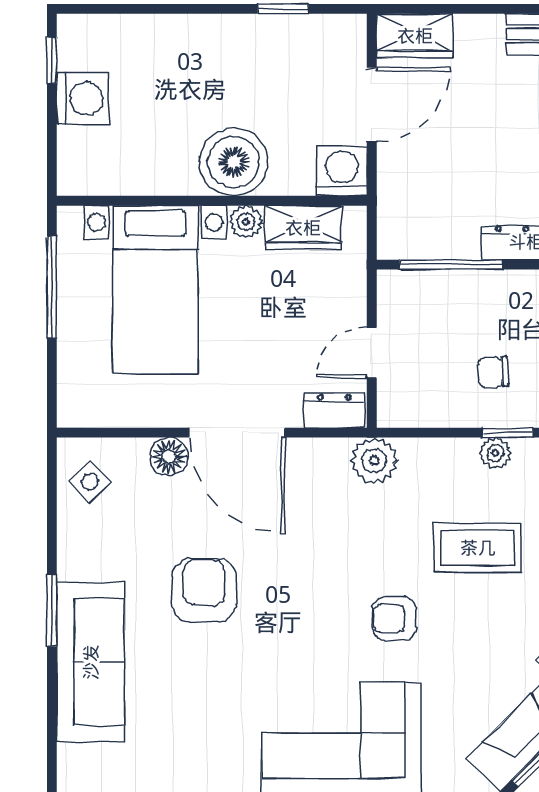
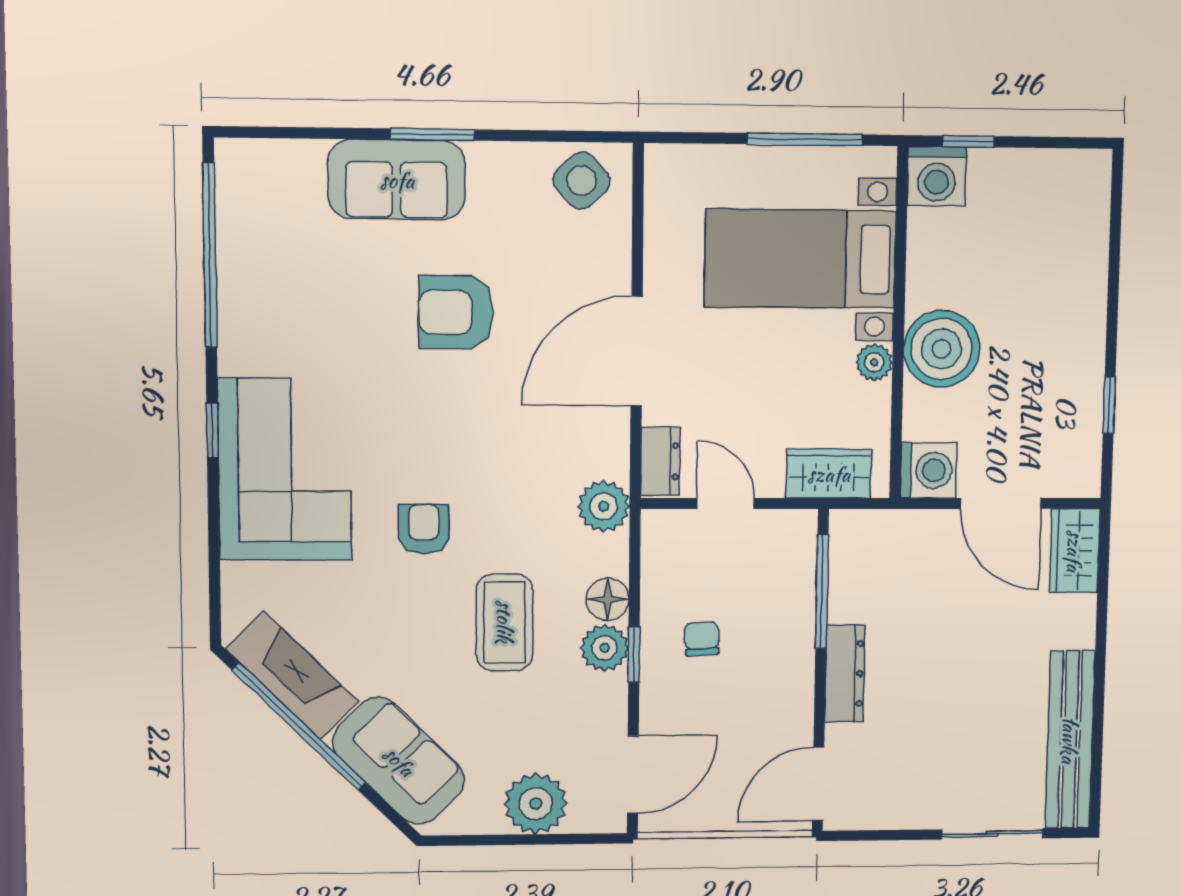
window: (52, 60) -> (968, 141), moved
washing machine: (82, 99) -> (937, 176), moved
wardrobe: (303, 228) -> (829, 474), moved, turned 90
plant: (495, 453) -> (605, 648), width x1.38, depth x1.38
floor lamp: (169, 457) -> (607, 599), moved
side table: (90, 482) -> (582, 181), width x1.37, depth x1.37
armchair: (204, 590) -> (456, 312), turned 180
sofa: (91, 662) -> (397, 180), width x0.73

